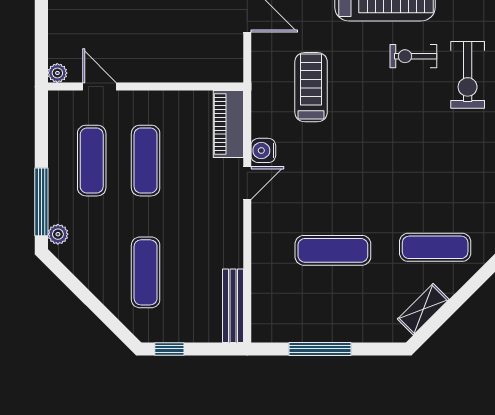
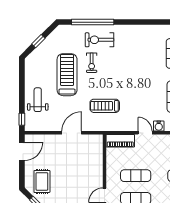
exercise bike: (468, 75) -> (100, 40), turned 180
water cooler: (263, 150) -> (159, 126), moved

